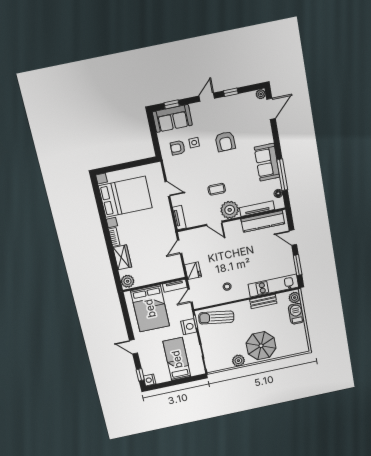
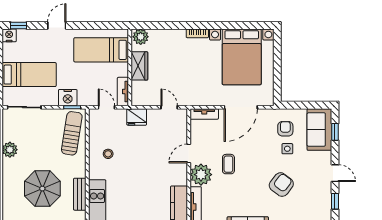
armchair: (225, 142) -> (281, 185), turned 128
door: (167, 189) -> (241, 107), width x1.88
wardrobe: (122, 257) -> (139, 66), moved, turned -90
bed: (150, 308) -> (101, 50), width x0.67
parasol: (261, 346) -> (42, 189), moved

